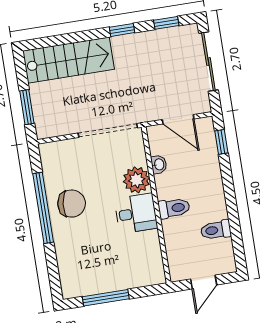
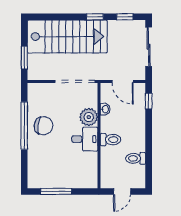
stairs: (68, 60) -> (67, 37), width x1.36, depth x1.51

